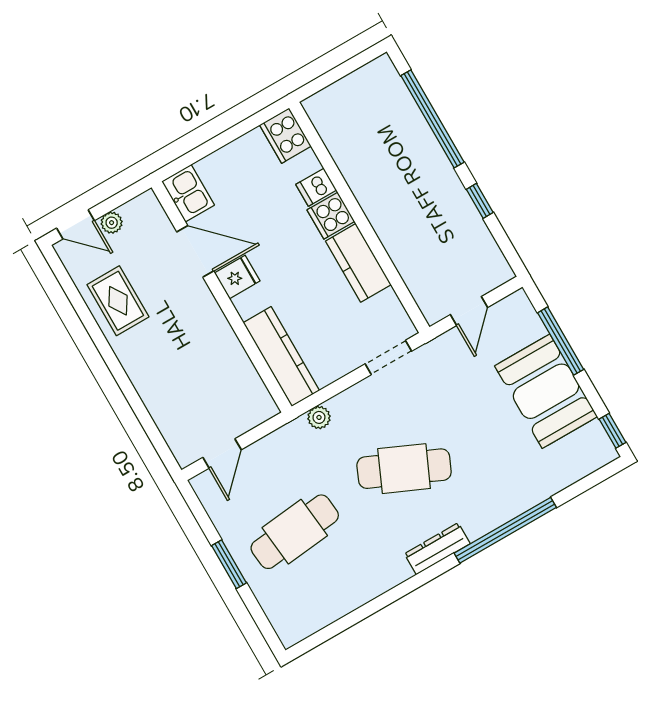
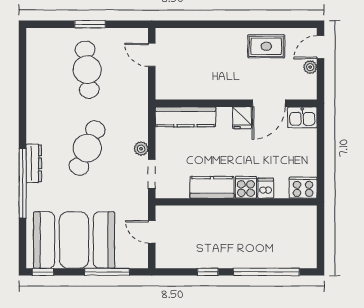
booth: (546, 391) -> (74, 240), width x1.36, depth x1.42
plant: (319, 417) -> (141, 149), moved
dresser: (437, 549) -> (34, 163), moved

